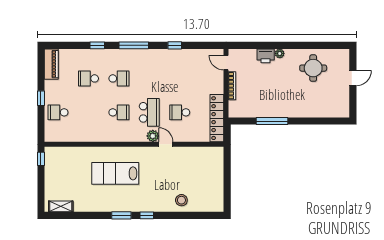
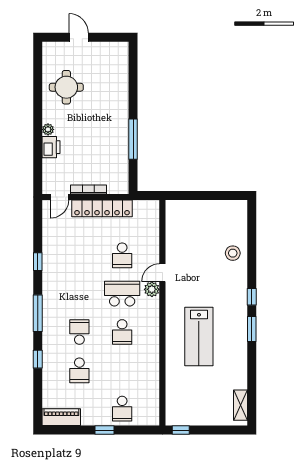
school desk: (119, 112) -> (122, 332), turned 180
locker: (217, 118) -> (102, 208), moved

